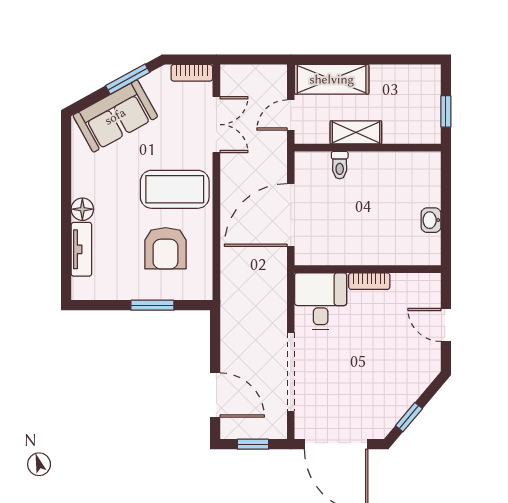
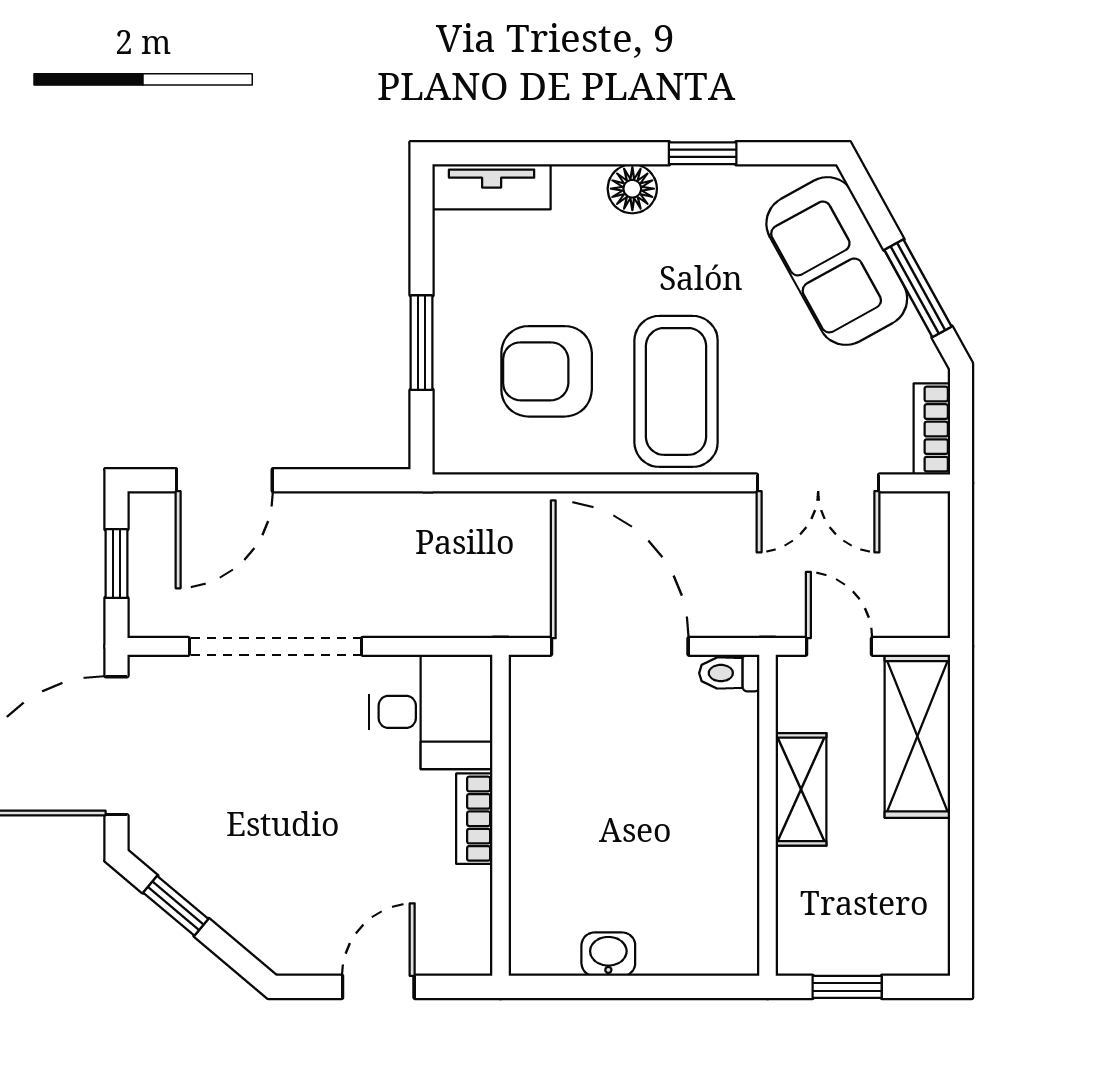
toilet: (340, 165) -> (729, 673), moved
window: (66, 177) -> (703, 153), added
tv unit: (81, 249) -> (492, 187), moved

